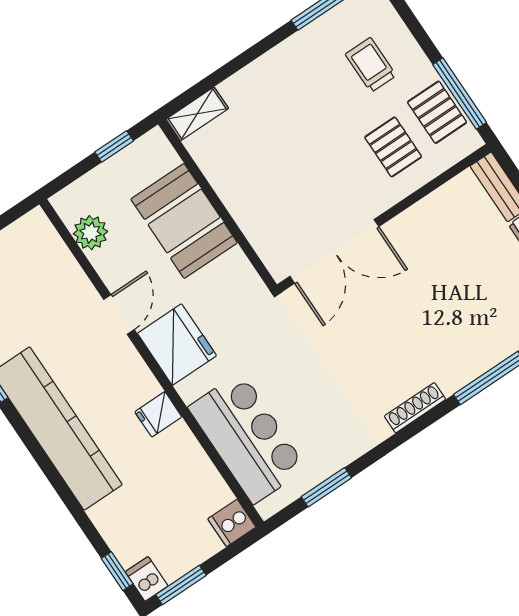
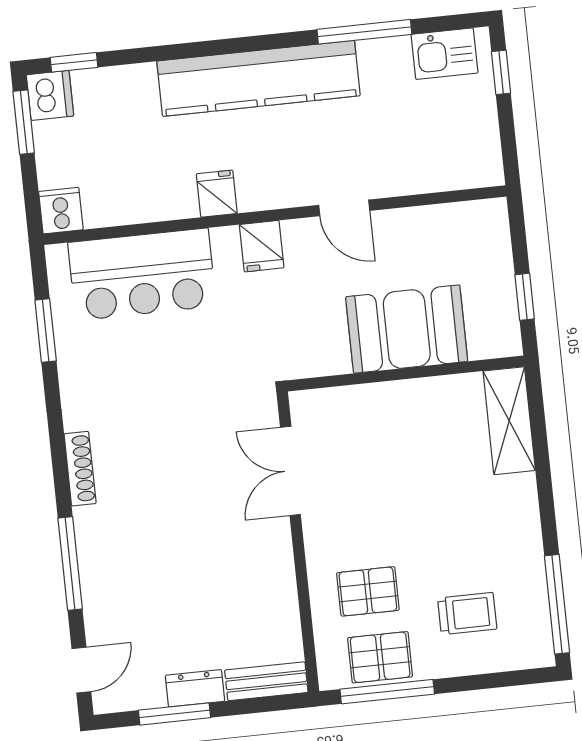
shelving: (197, 114) -> (509, 421), width x1.50, depth x1.33
plant: (91, 233) -> (447, 224), removed
double door: (334, 251) -> (290, 471), width x0.73
fridge: (177, 345) -> (262, 246), width x0.53, depth x0.75
dishwasher: (147, 579) -> (50, 95), width x1.38

